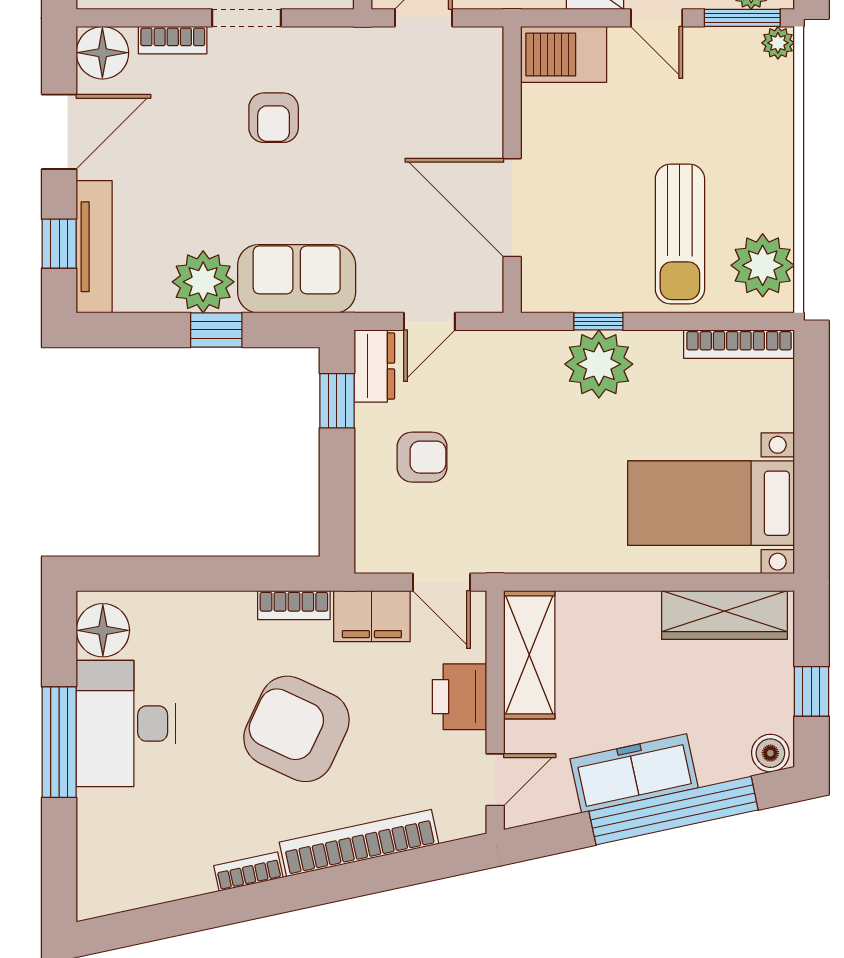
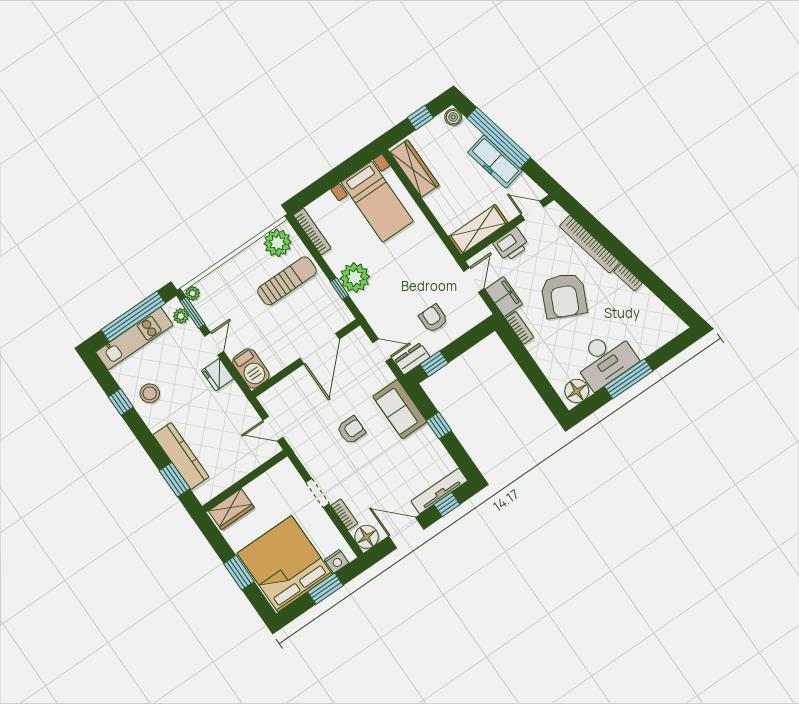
armchair: (274, 118) -> (351, 430), moved
plant: (203, 282) -> (425, 442), removed

